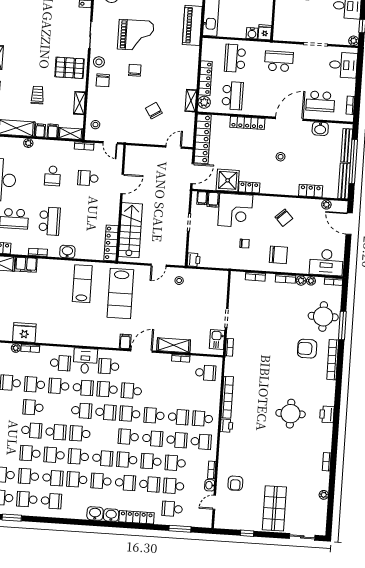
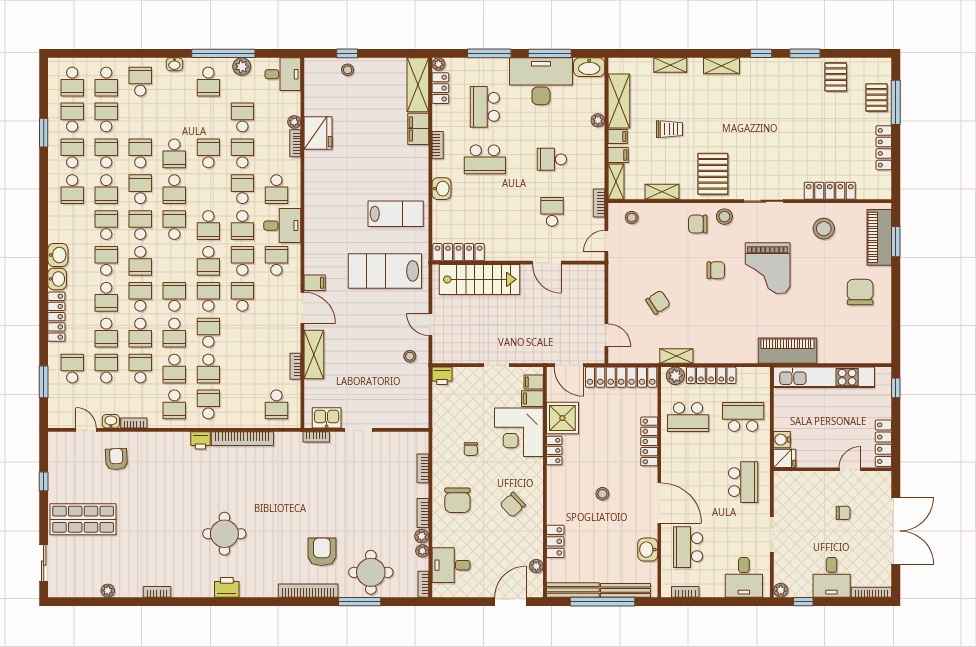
desk: (326, 262) -> (451, 565), width x0.73
school desk: (151, 461) -> (140, 333), turned 180
armchair: (235, 483) -> (116, 459), turned 87

